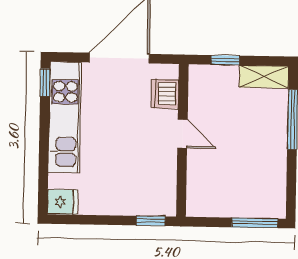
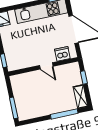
door: (182, 134) -> (46, 66), hinge flipped

